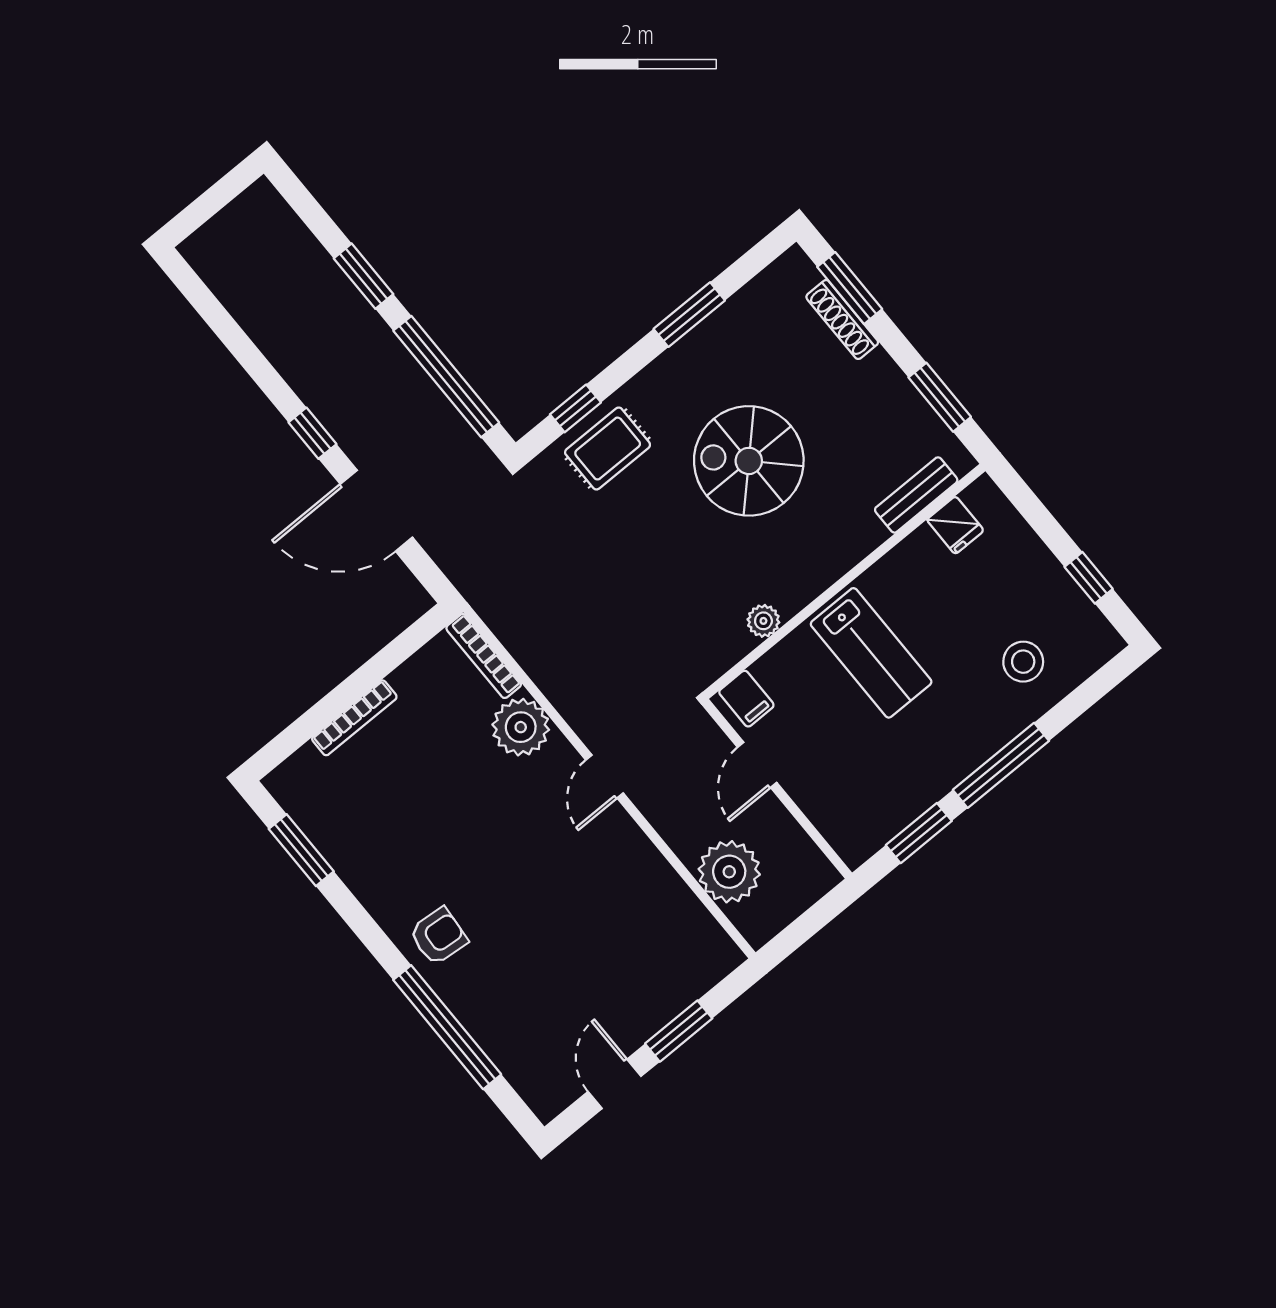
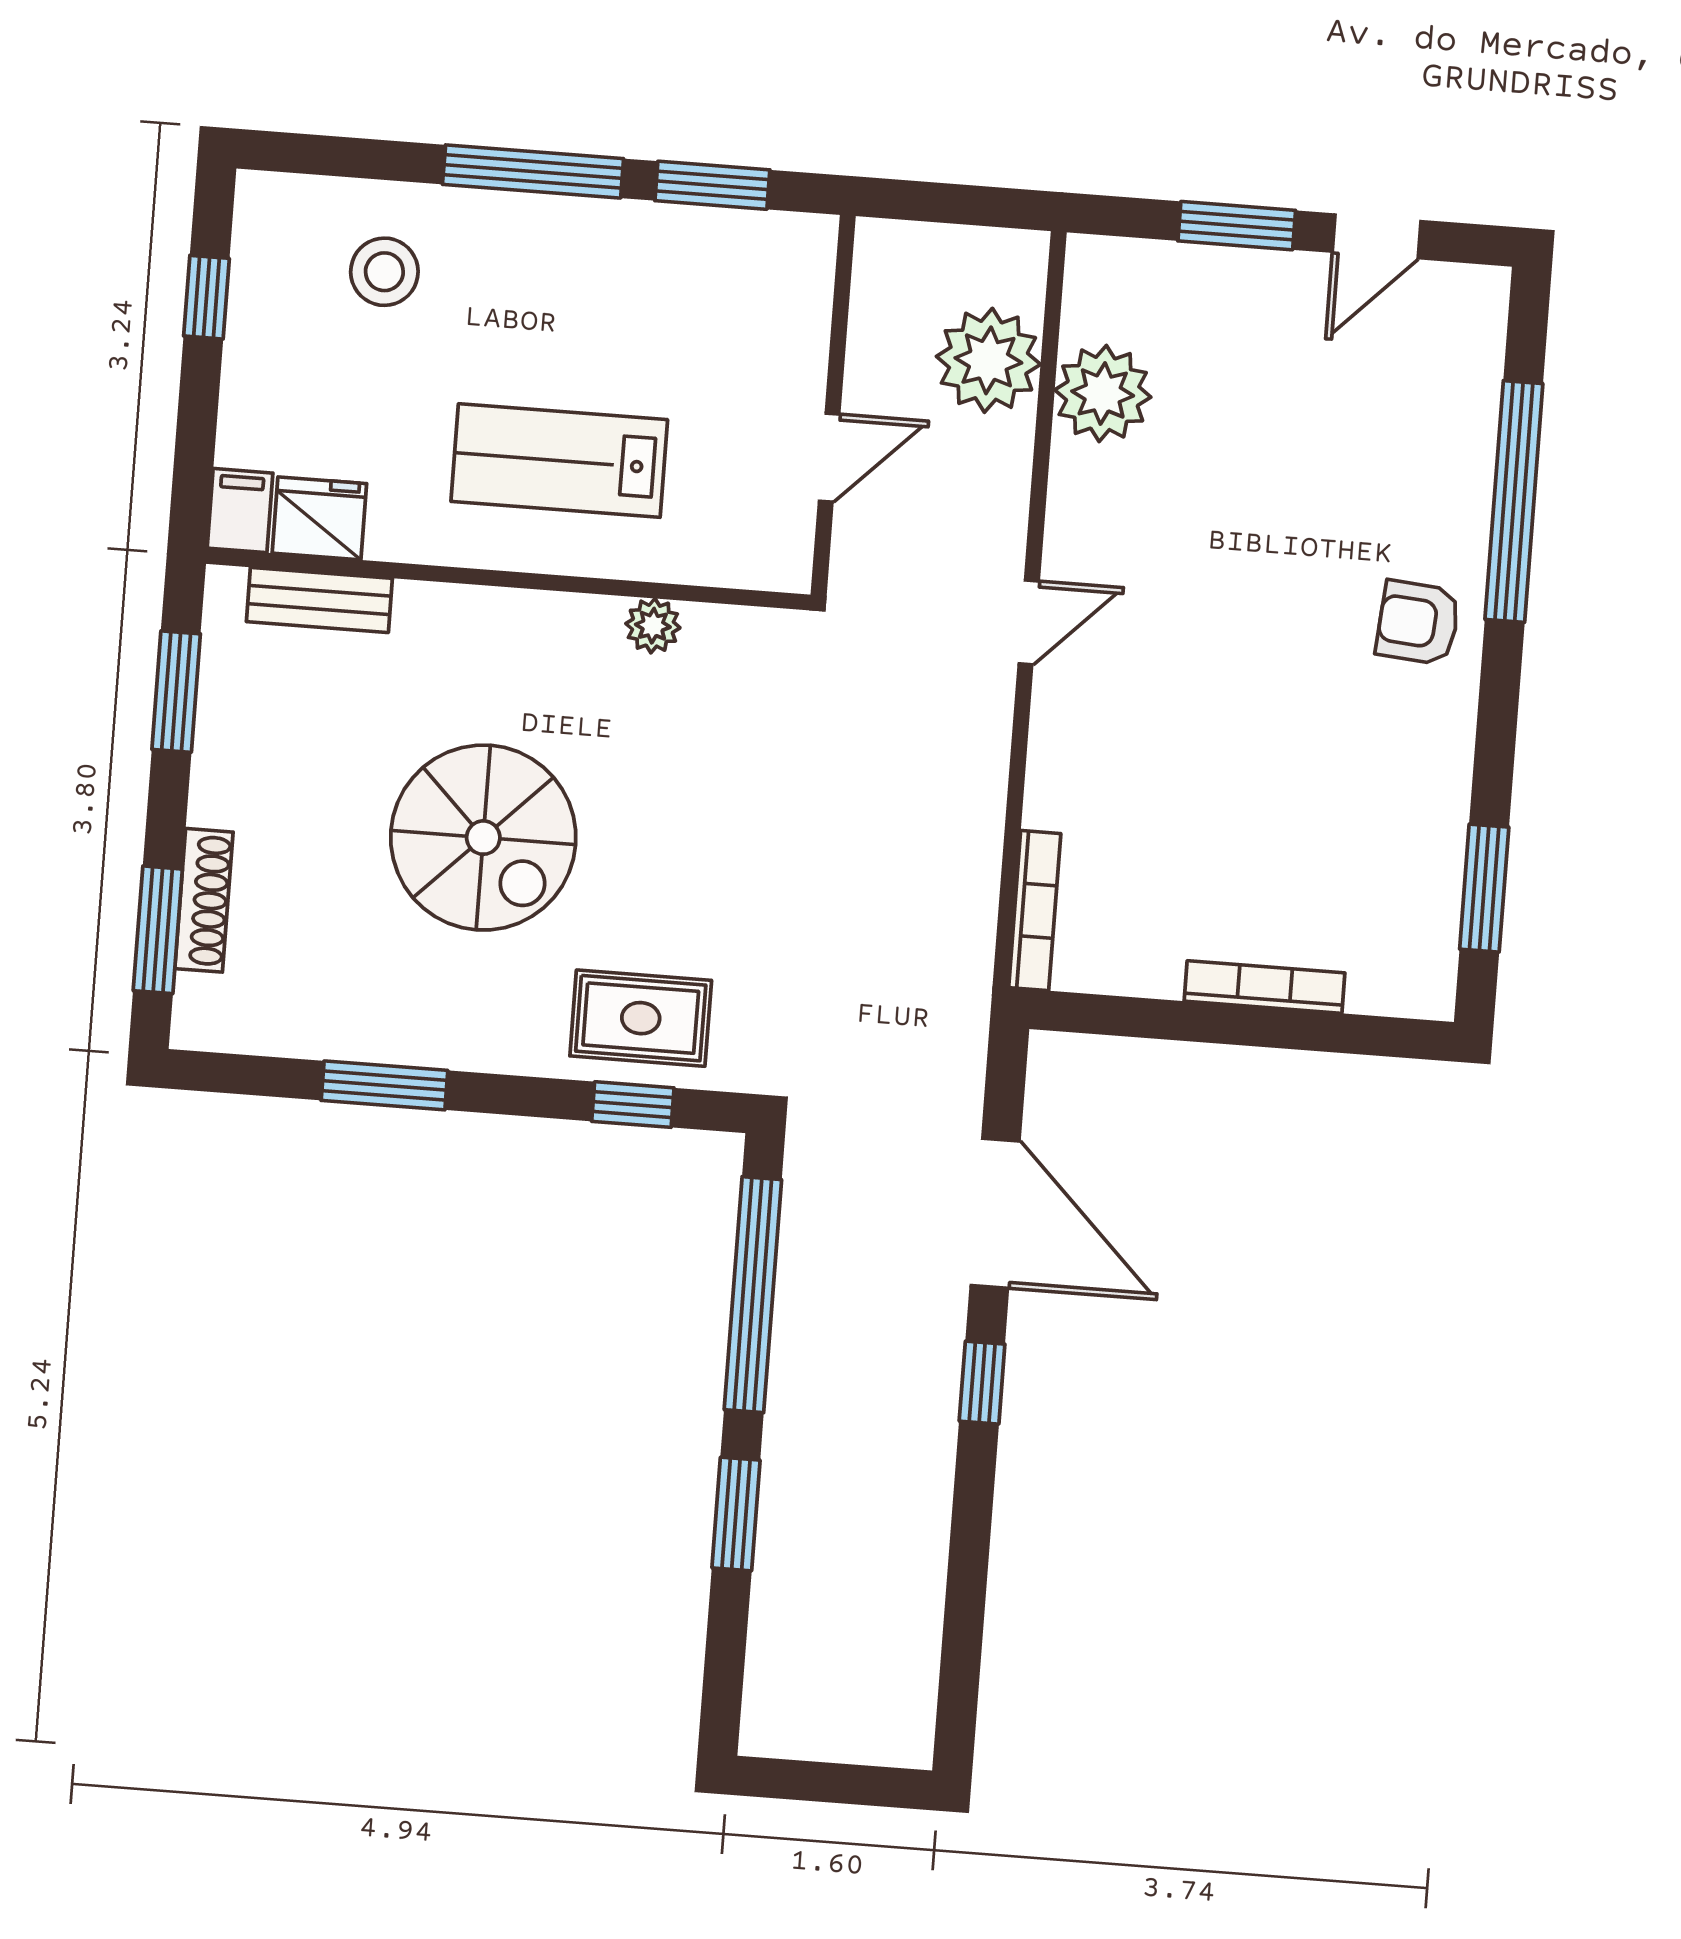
fridge: (955, 525) -> (319, 518), width x1.38
lab bench: (871, 653) -> (559, 461), turned -90
filing cabinet: (746, 699) -> (240, 511), moved
plant: (521, 727) -> (1103, 393), moved

